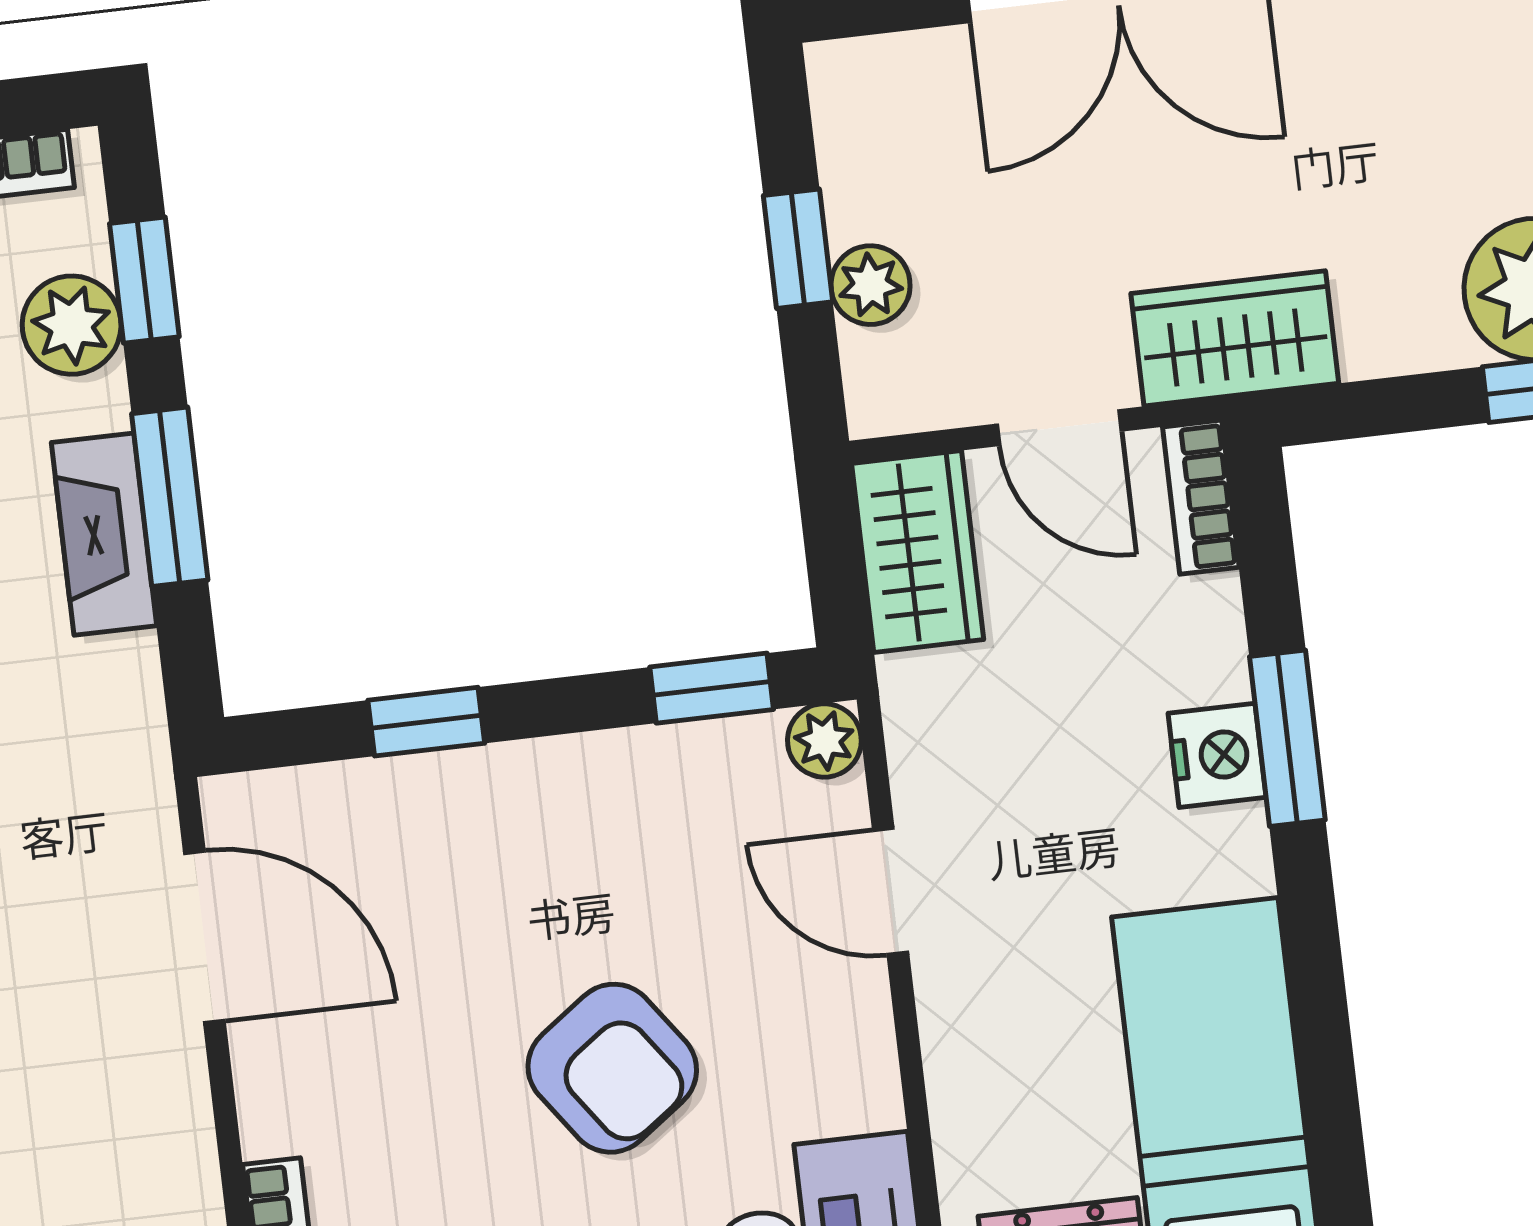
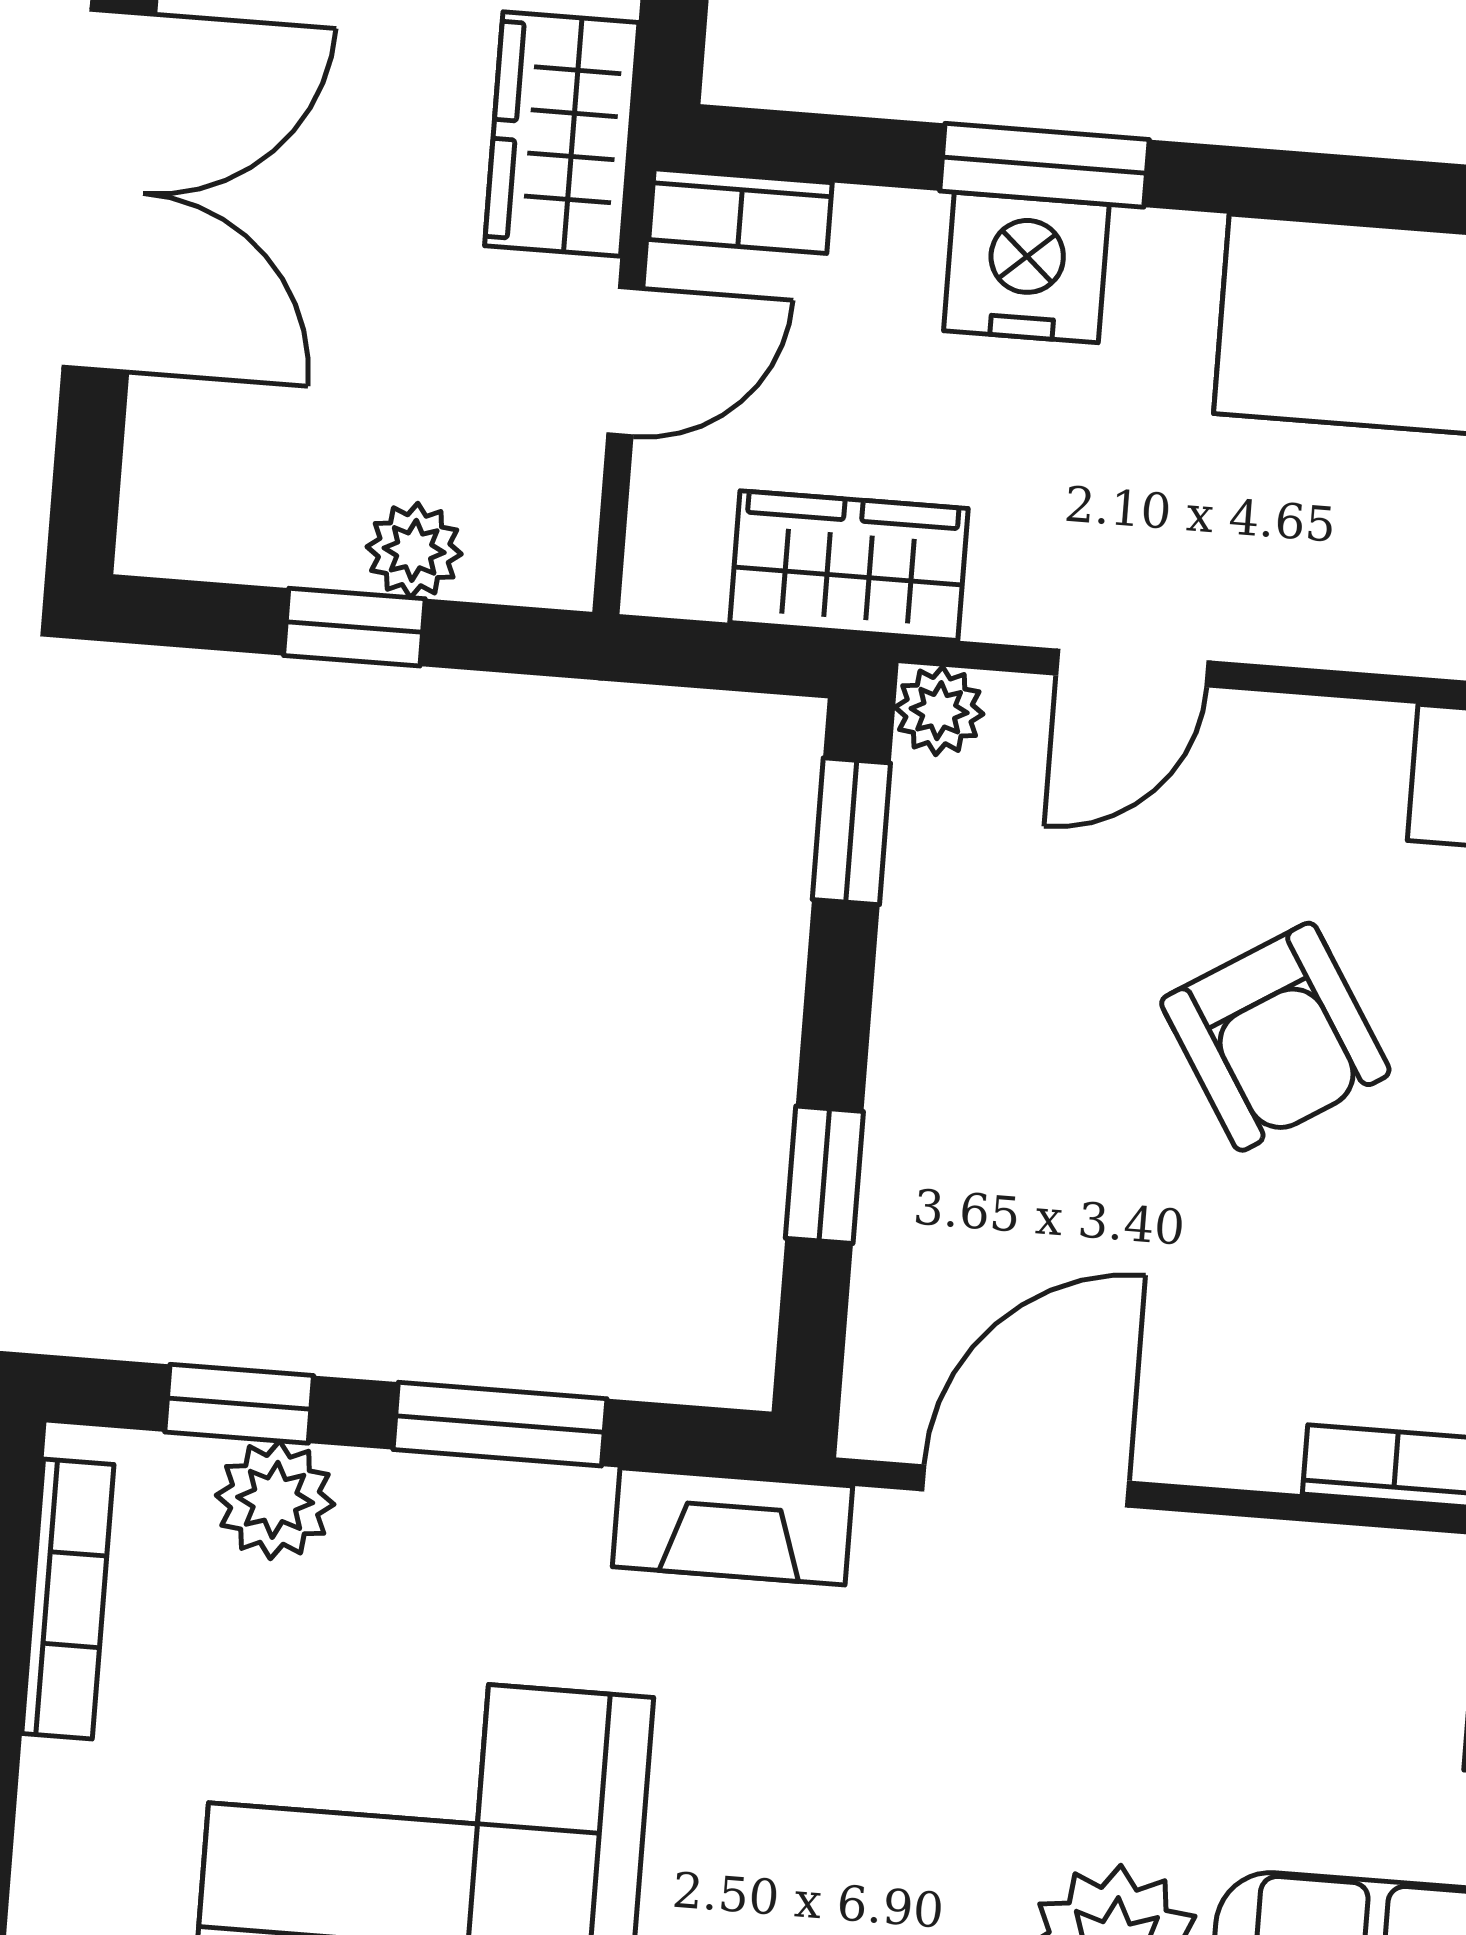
fireplace: (104, 534) -> (733, 1526), moved
wardrobe: (918, 552) -> (849, 566), moved
nightstand: (1217, 755) -> (1026, 268), width x1.36, depth x1.33
armchair: (612, 1068) -> (1275, 1037), turned 94

